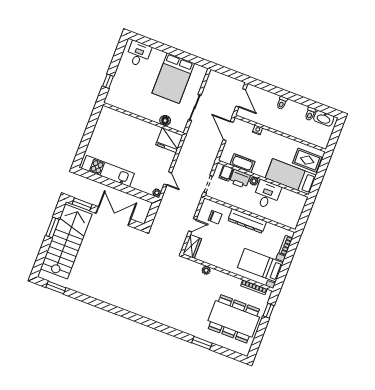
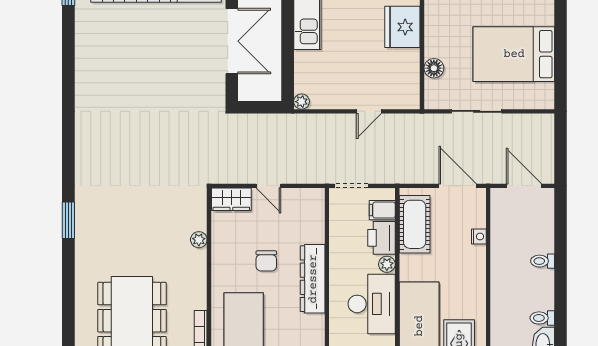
door: (241, 98) -> (524, 186), swing flipped
door: (228, 131) -> (458, 186), hinge flipped
fridge: (169, 140) -> (402, 27), moved
cot: (242, 163) -> (415, 224), width x1.37, depth x1.34
door: (168, 178) -> (369, 111), moved
desk: (267, 195) -> (372, 304), width x1.37
chair: (215, 217) -> (266, 261), moved
window: (202, 343) -> (68, 220), moved

